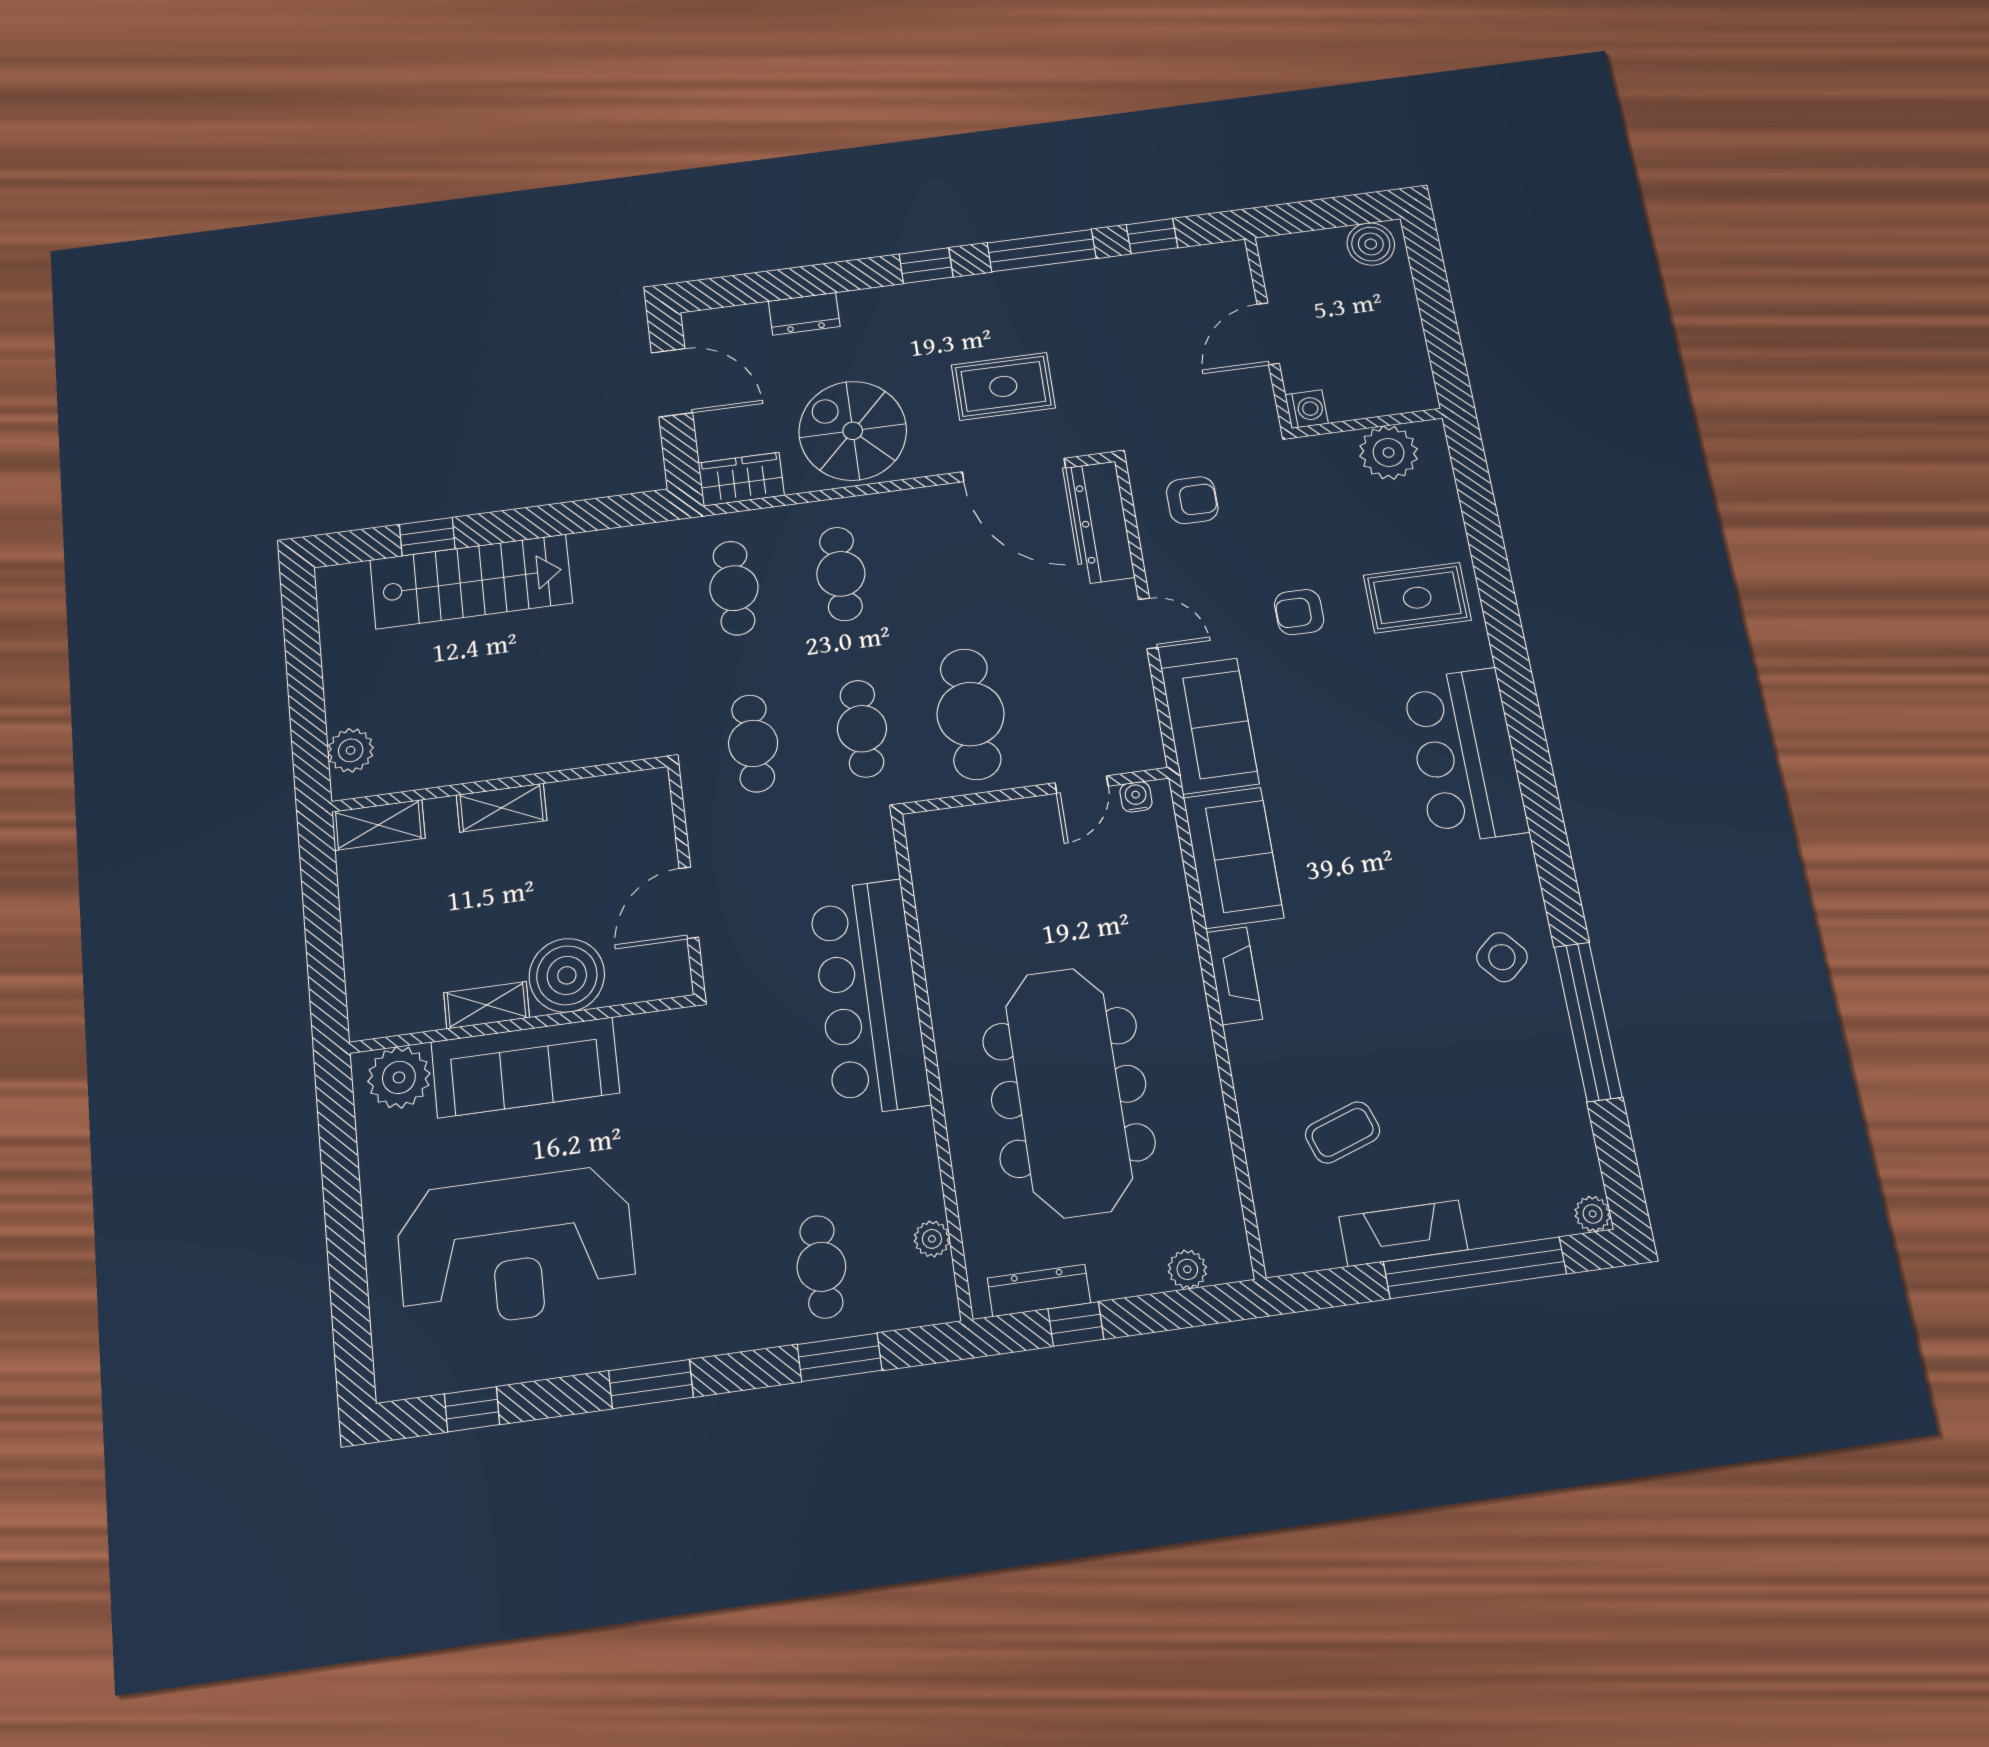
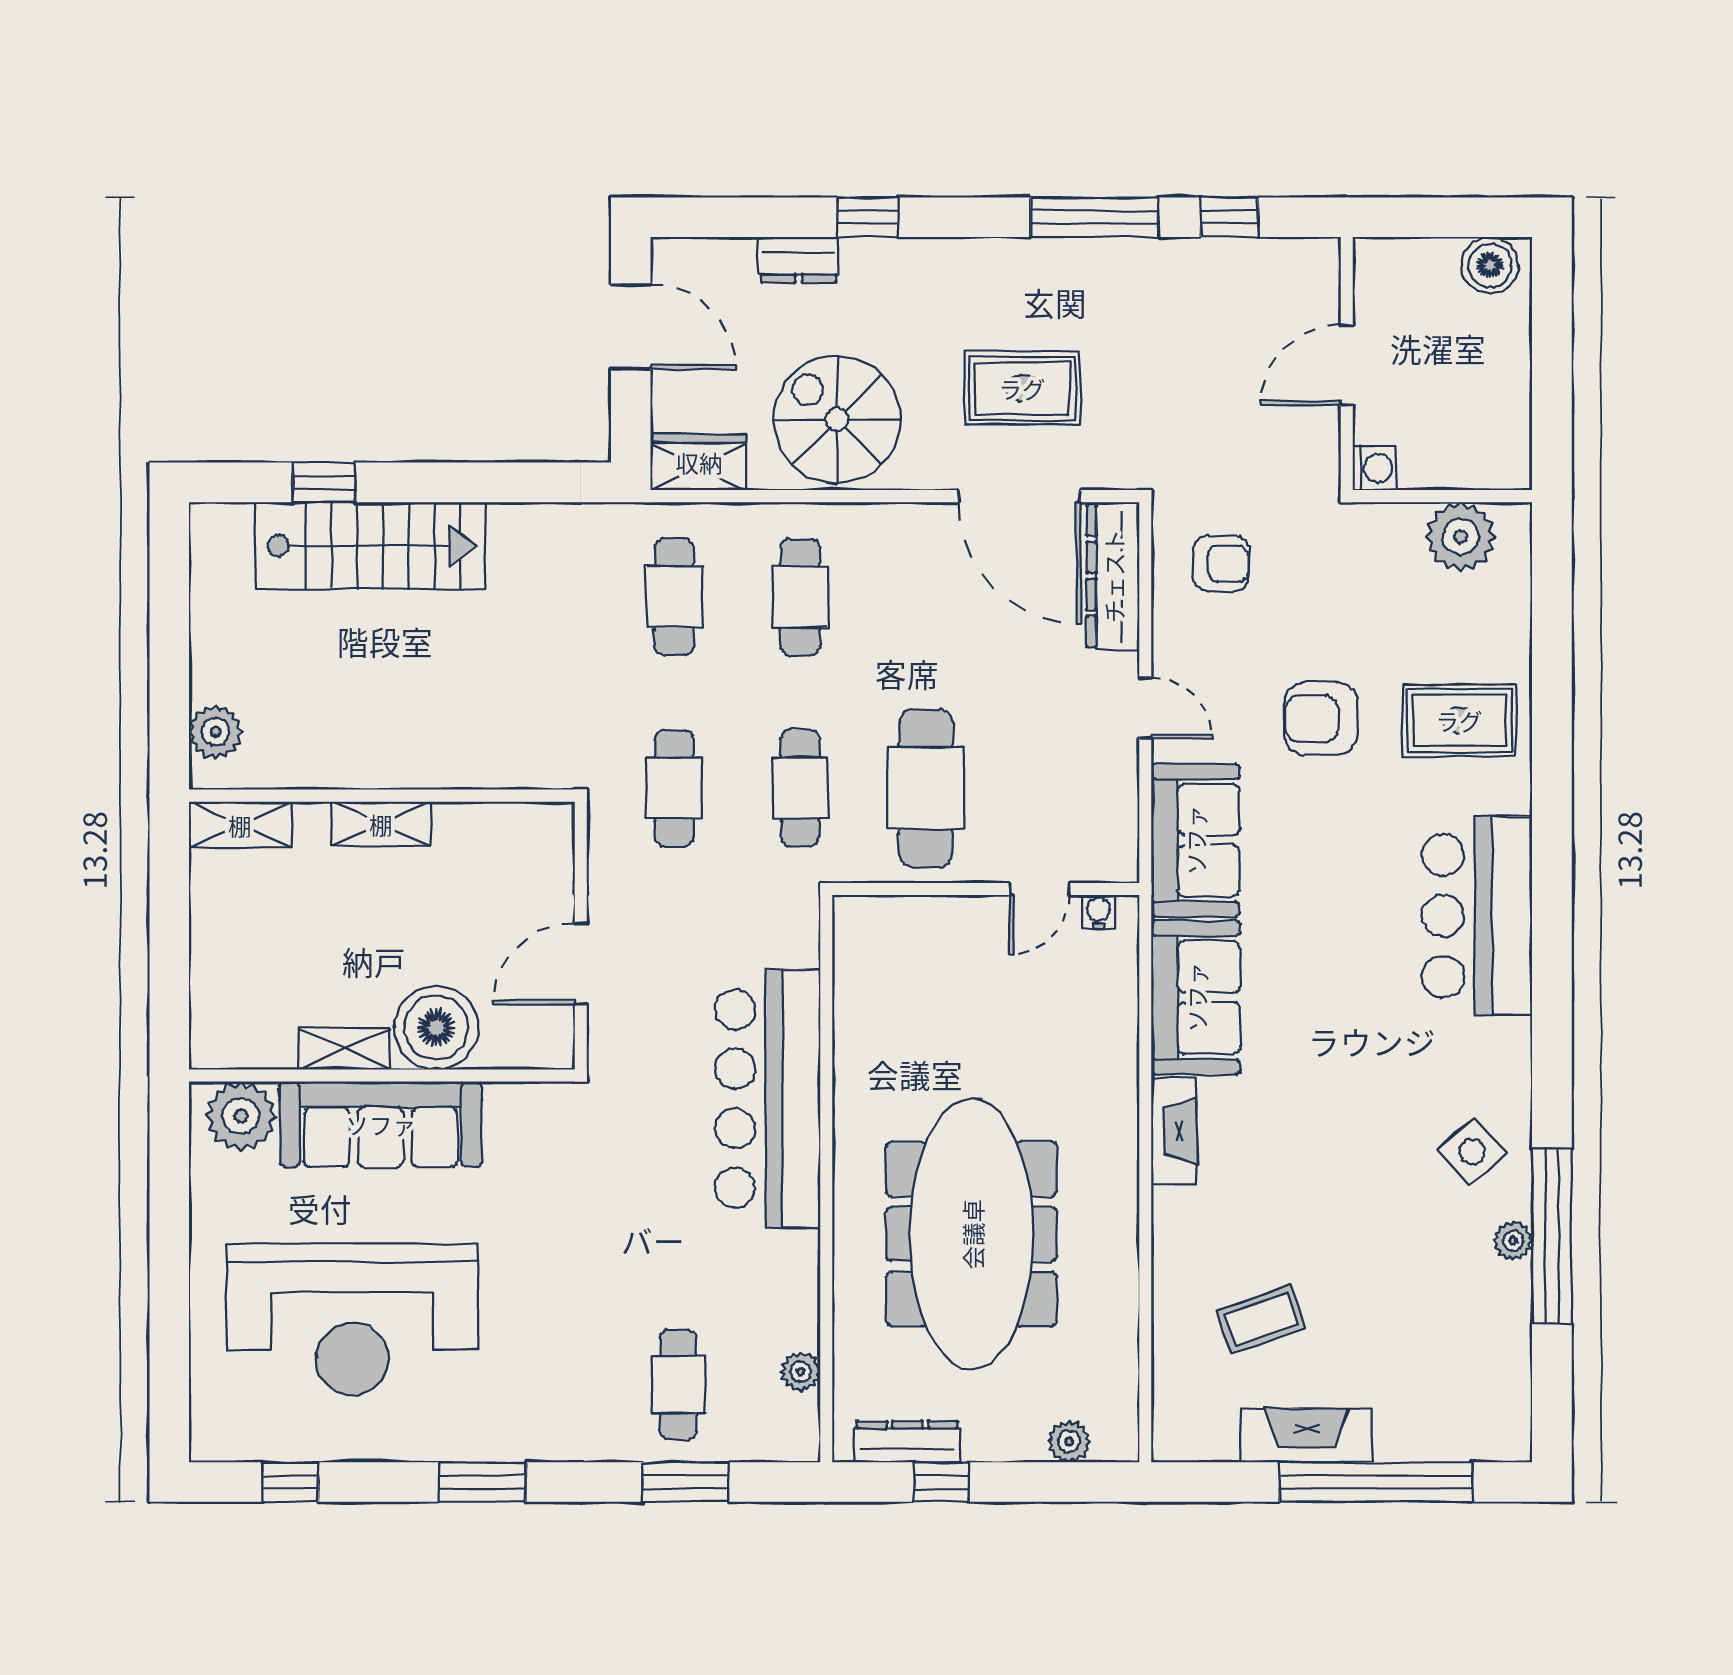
window: (926, 266) -> (867, 217), moved
armchair: (1299, 612) -> (1321, 719), width x1.38, depth x1.38
plant: (1593, 1214) -> (1513, 1241), moved

